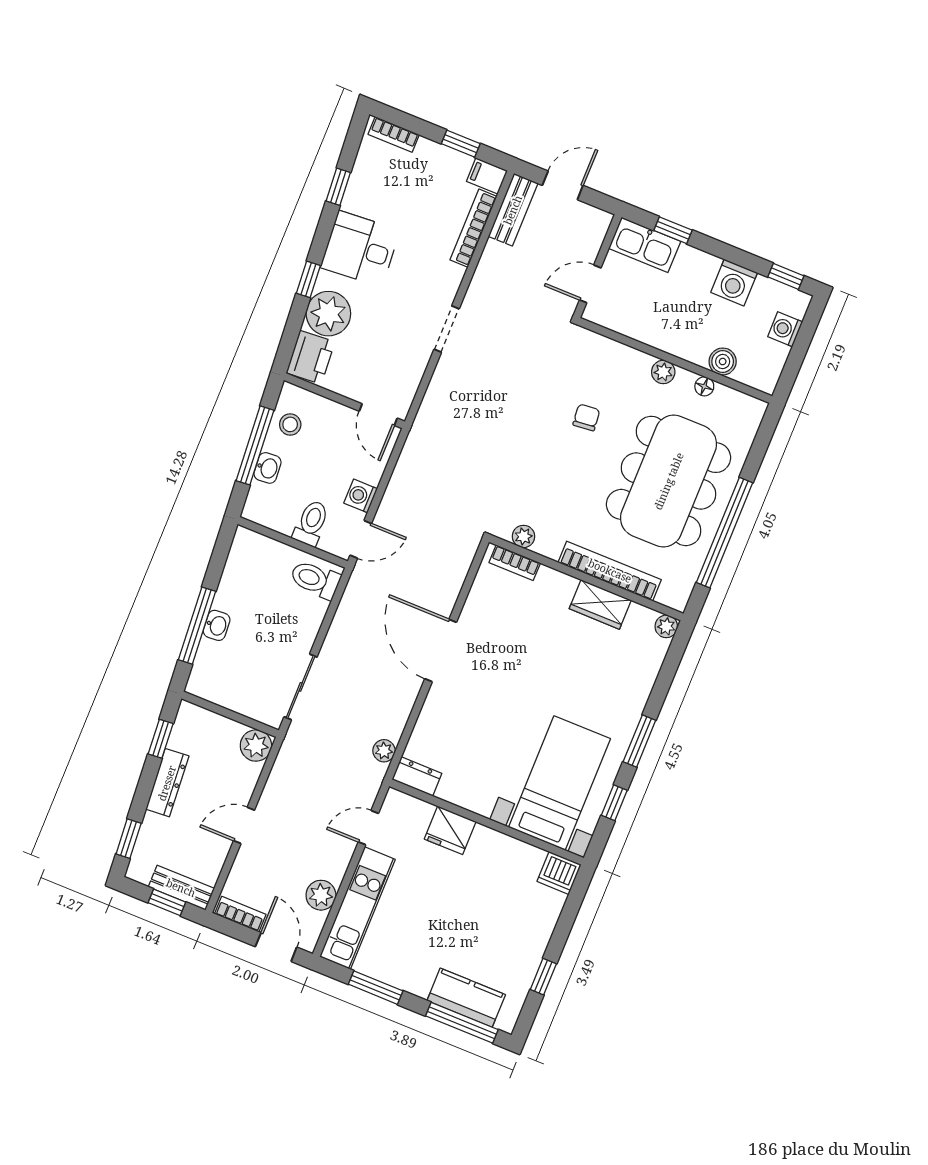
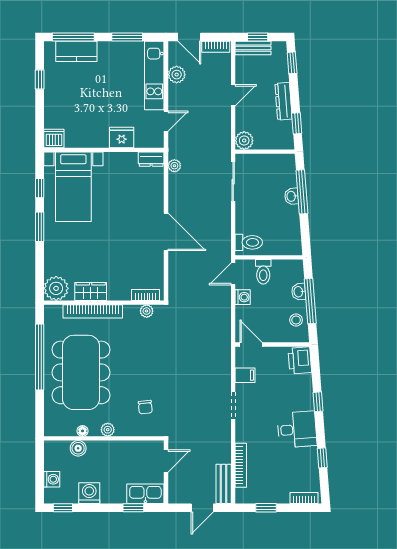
filing cabinet: (487, 176) -> (245, 375), moved
plant: (328, 314) -> (300, 388), removed
chair: (586, 417) -> (145, 407), moved
plant: (666, 626) -> (56, 288), width x1.88, depth x1.88

